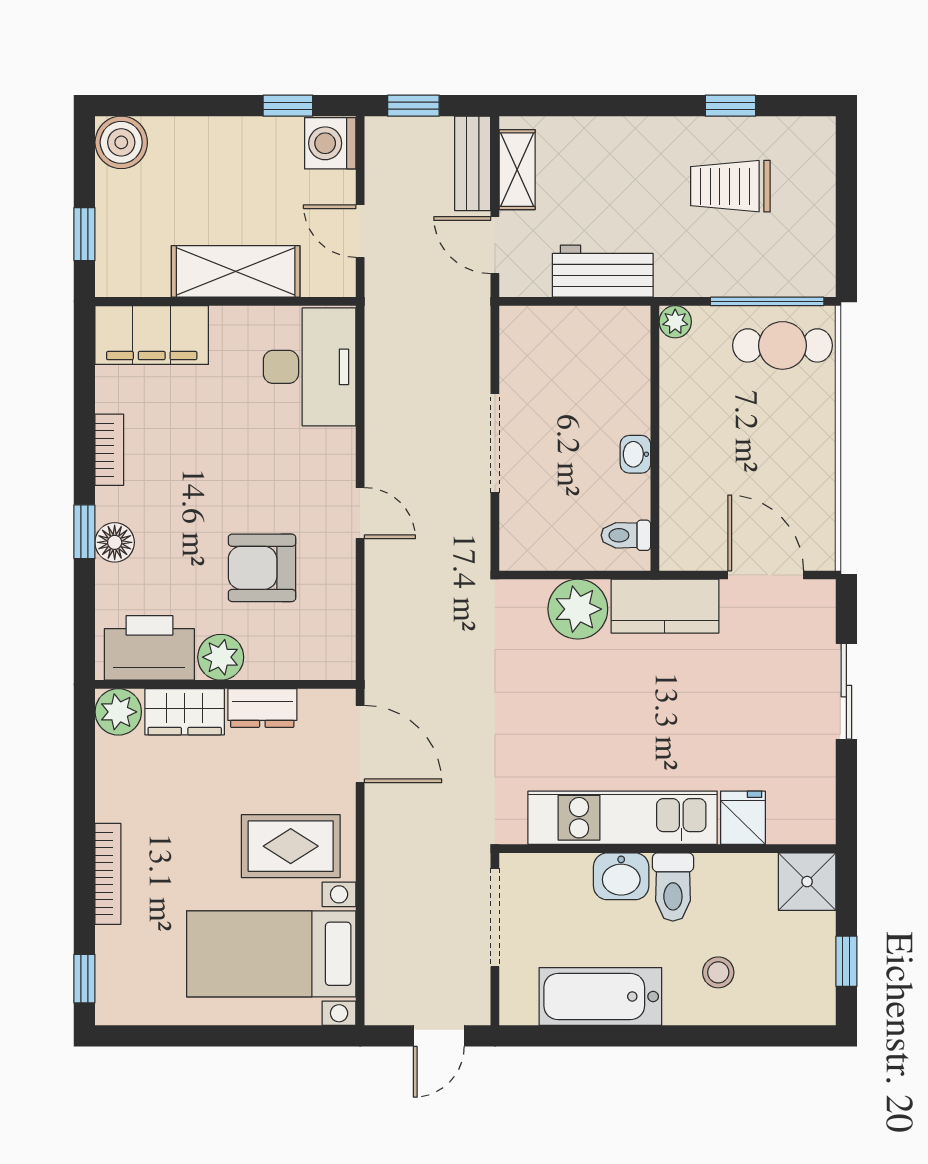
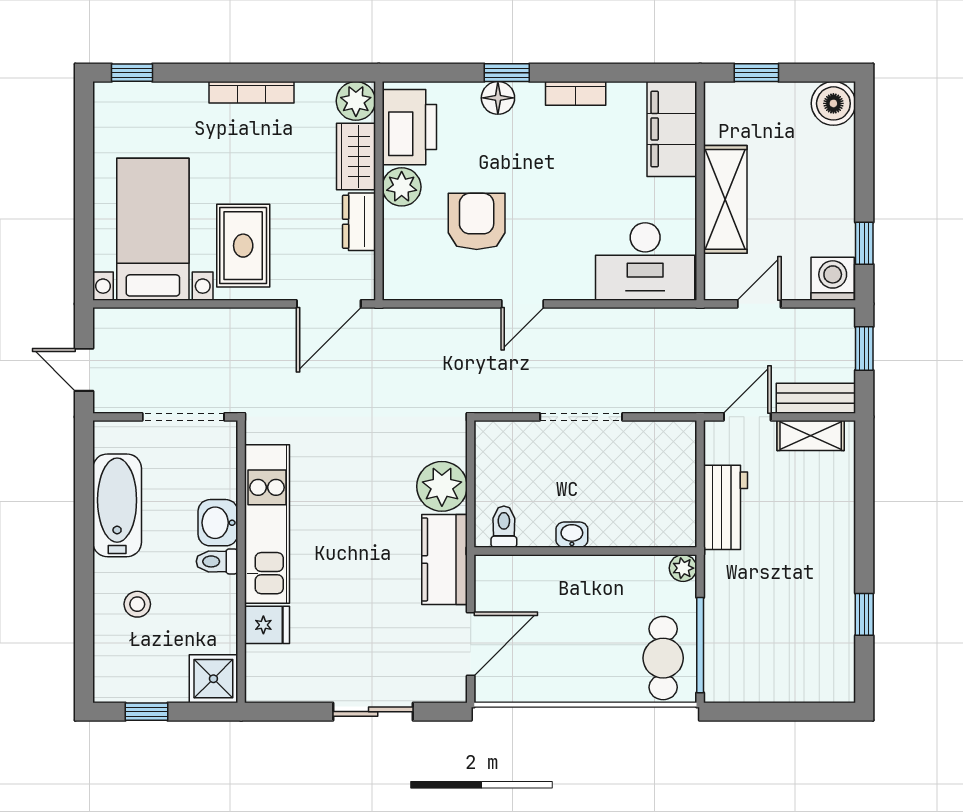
trolley: (730, 186) -> (797, 614), removed
bookcase: (108, 874) -> (251, 92), moved
toilet: (673, 887) -> (217, 561), width x0.73, depth x0.72

